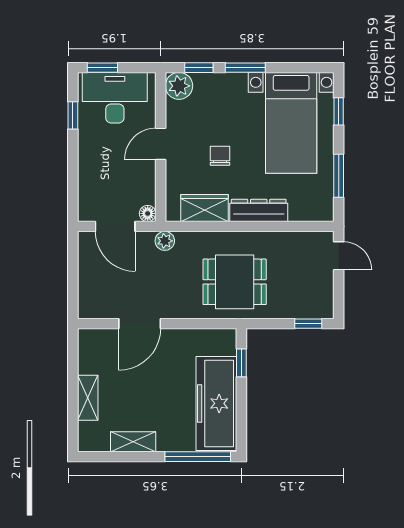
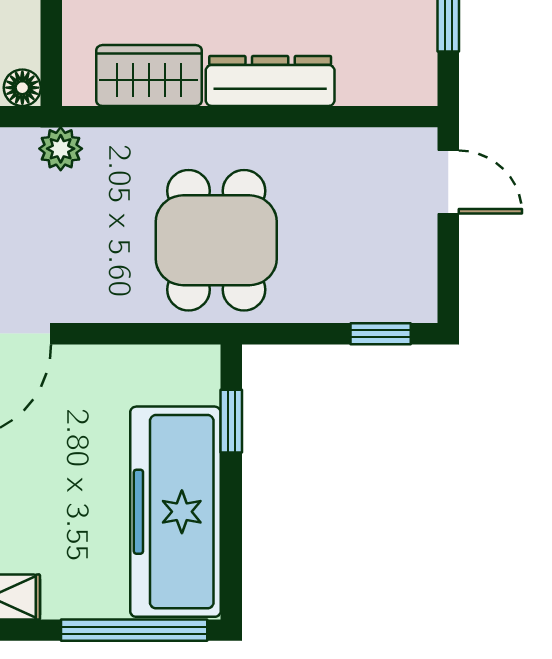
dining table: (235, 282) -> (216, 240), turned 90

